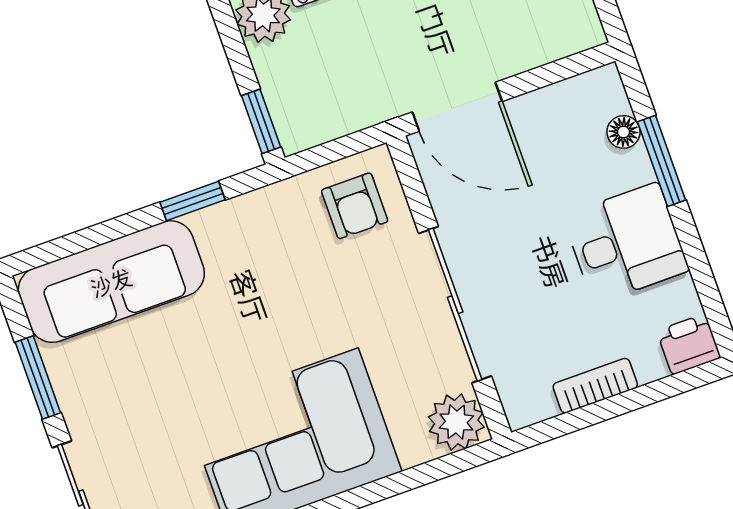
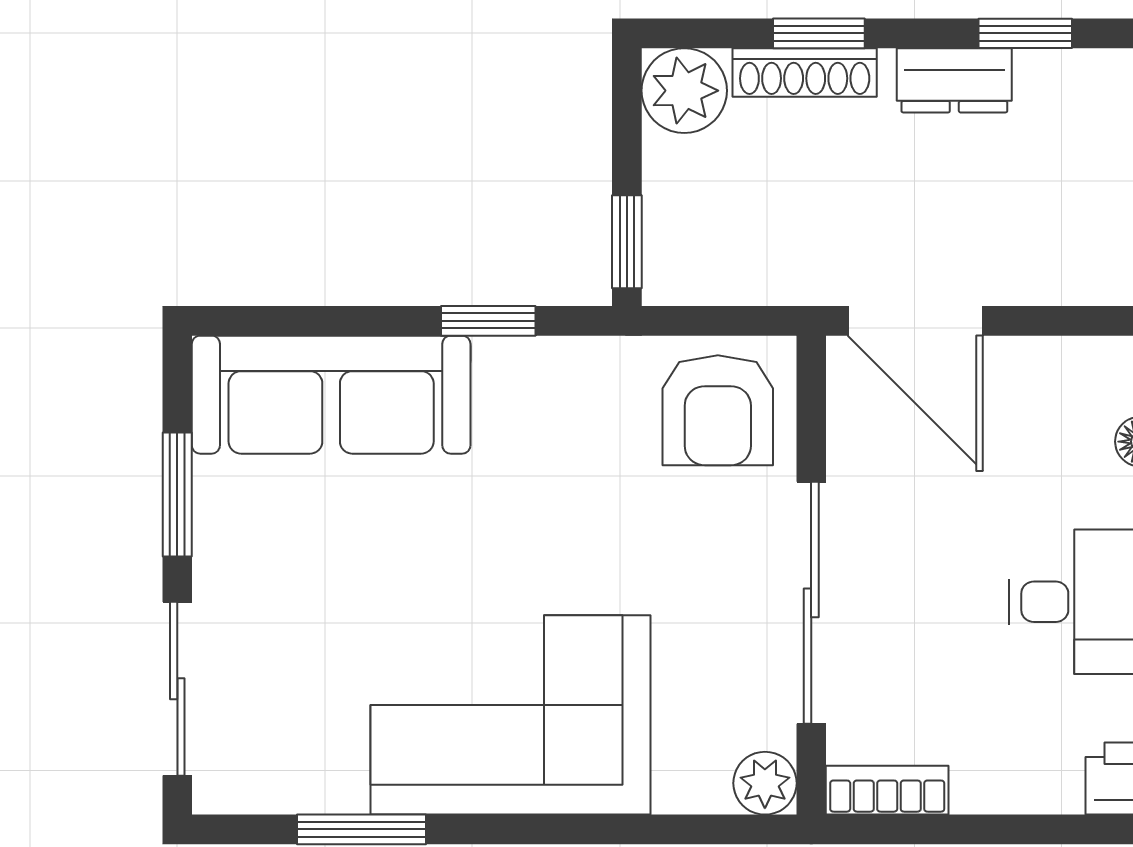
armchair: (355, 206) -> (718, 410), width x1.38, depth x1.38
bookcase: (595, 386) -> (887, 790), moved
plant: (456, 422) -> (765, 783), width x0.73, depth x0.73

